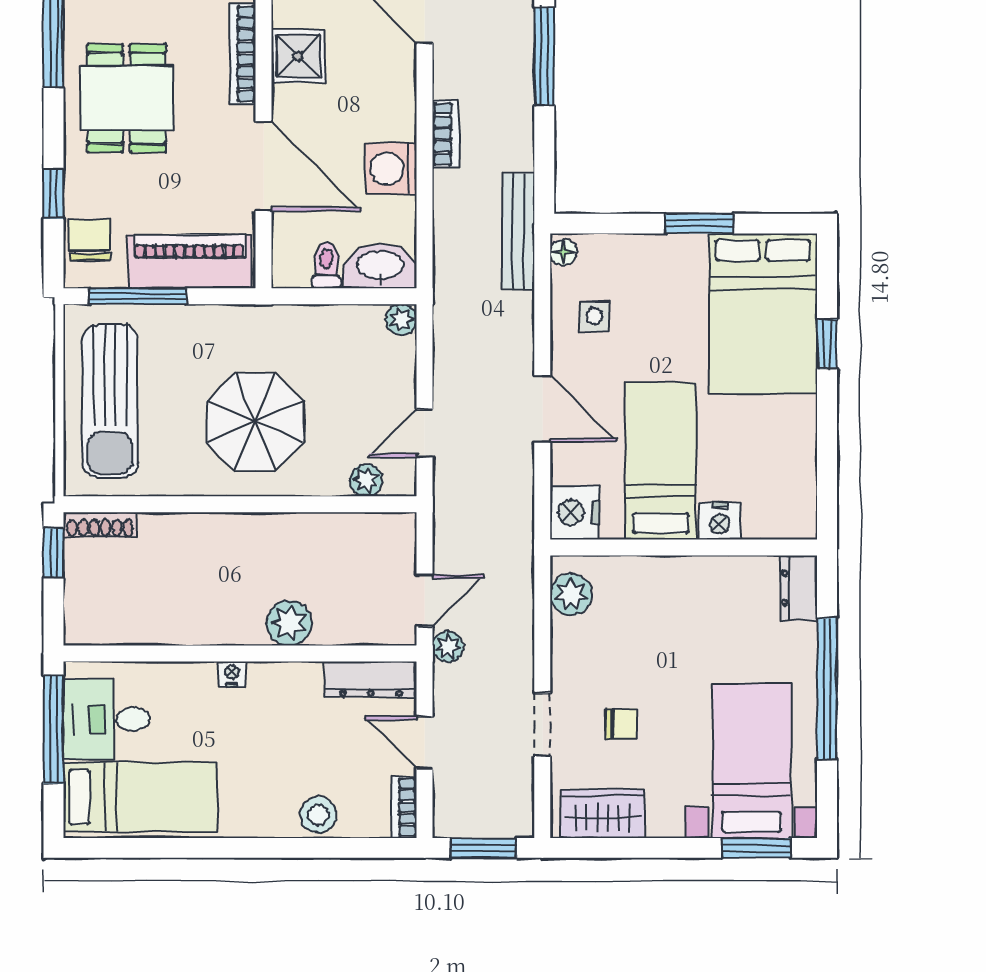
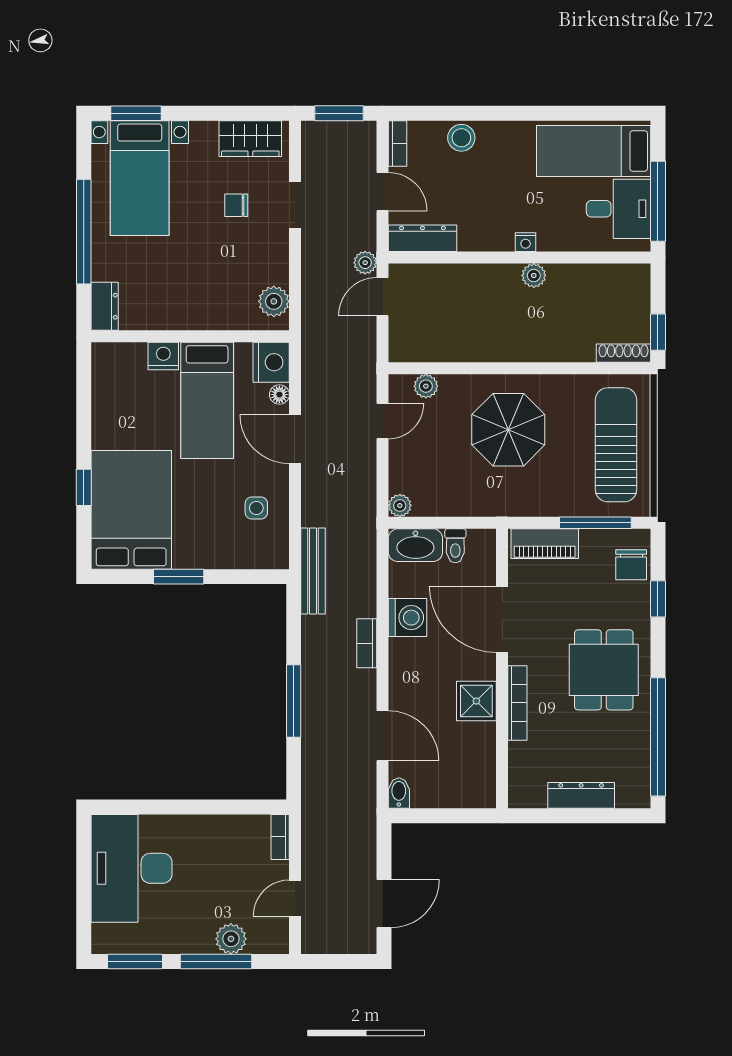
floor lamp: (563, 252) -> (279, 395), moved
piano: (190, 262) -> (545, 544), width x0.73, depth x0.75
plant: (289, 623) -> (534, 275), moved, width x0.73, depth x0.73

